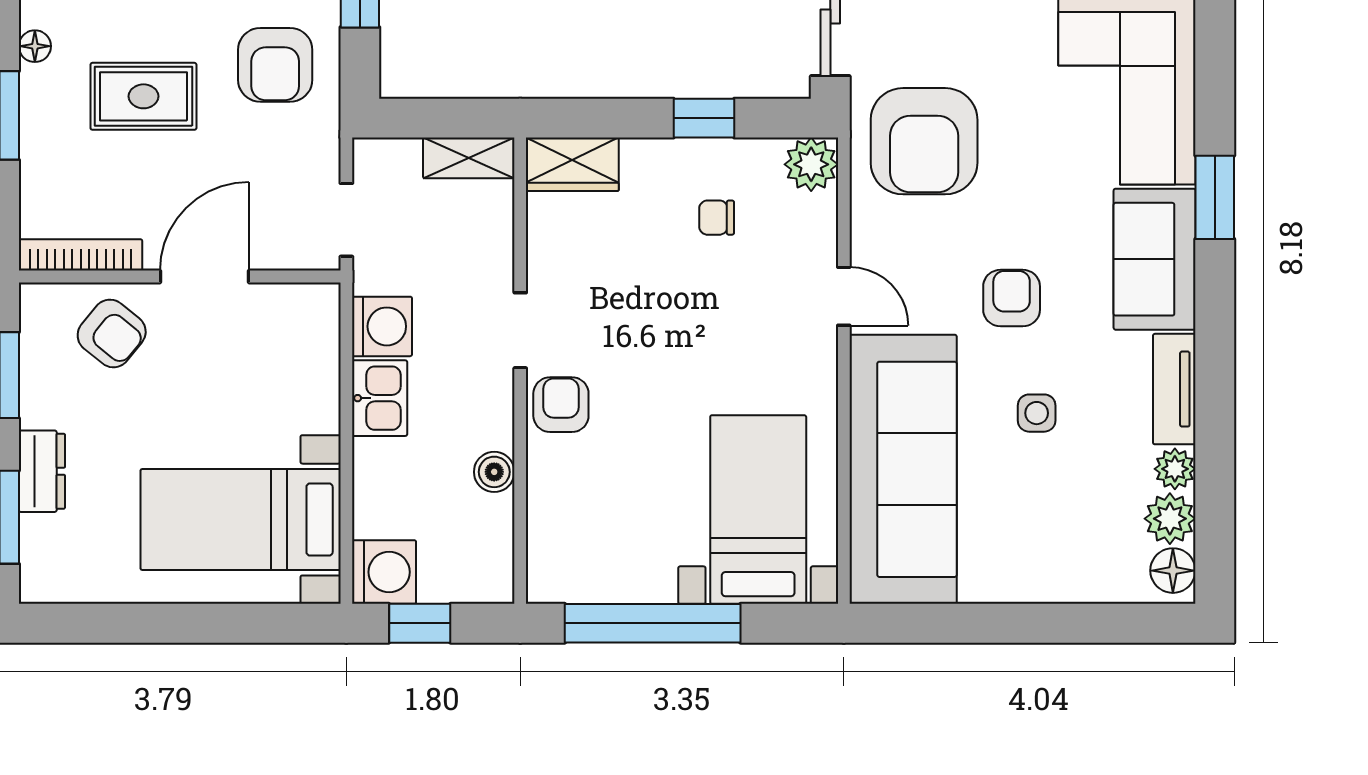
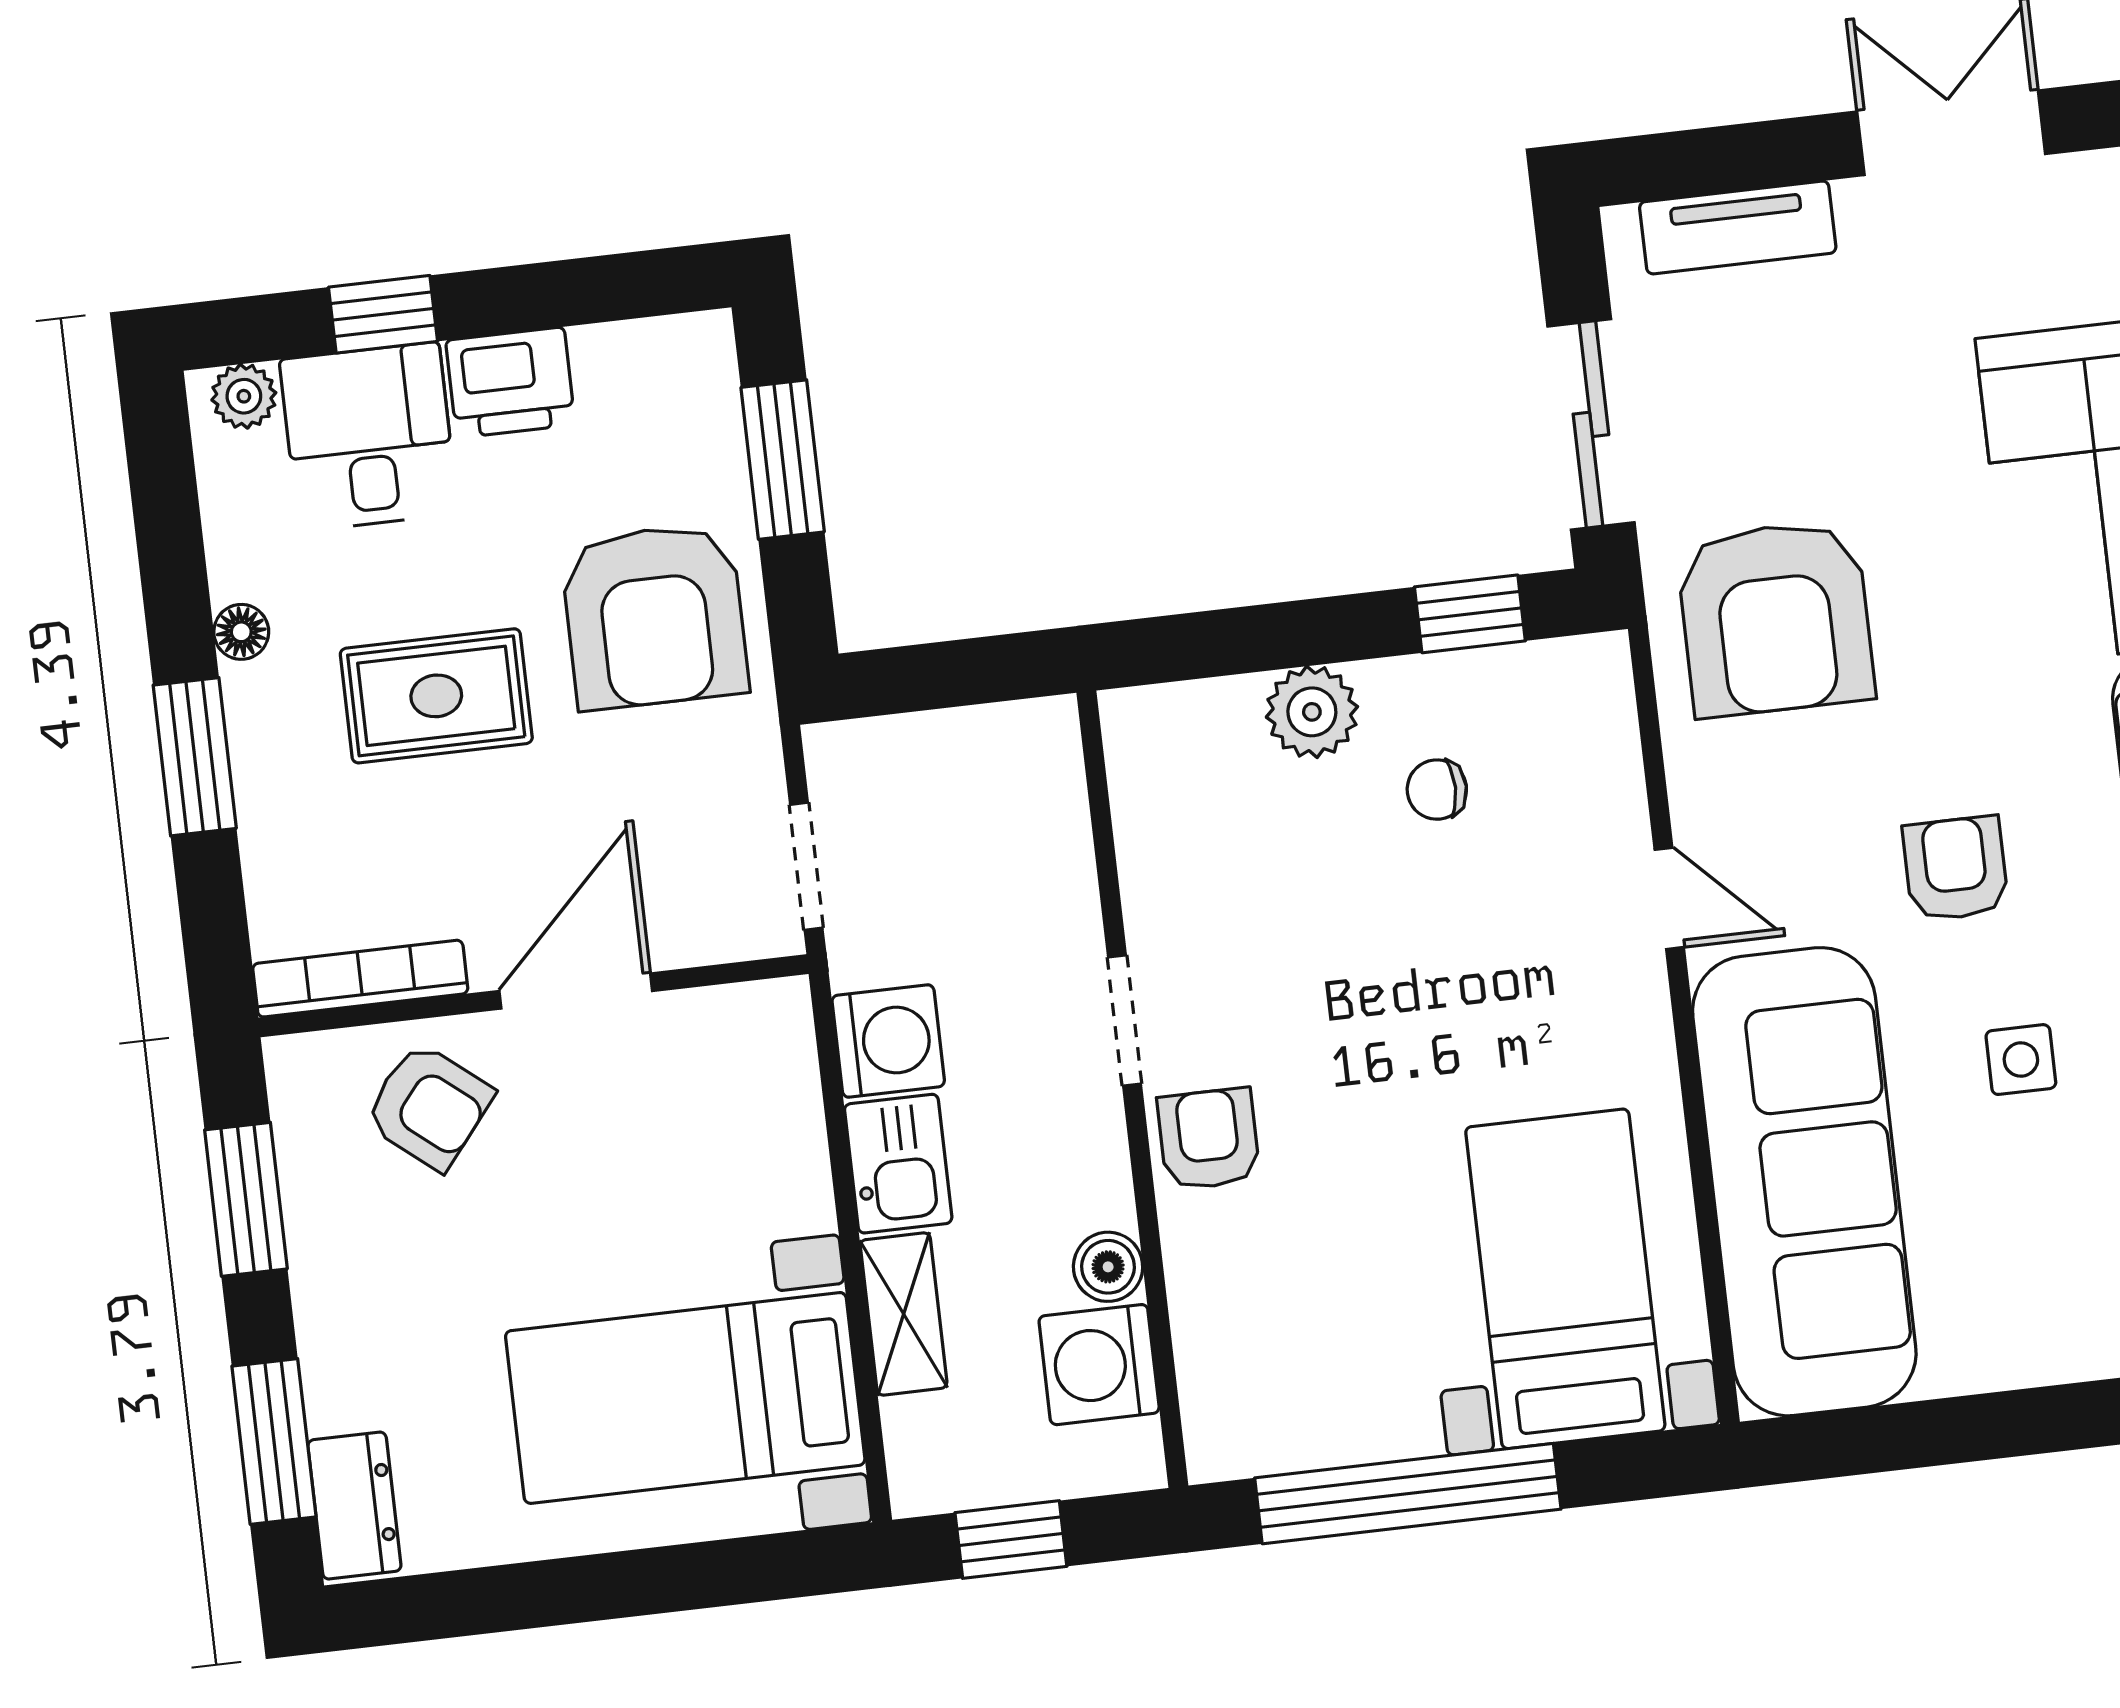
armchair: (275, 65) -> (654, 616), width x1.36, depth x1.36
window: (704, 118) -> (1470, 614), moved
shelving: (469, 158) -> (904, 1314), moved, turned 90
wardrobe: (572, 164) -> (1181, 727), removed
plant: (811, 164) -> (1312, 712), moved
dresser: (42, 471) -> (354, 1506), moved
washing machine: (384, 572) -> (1099, 1365), moved, turned 180

